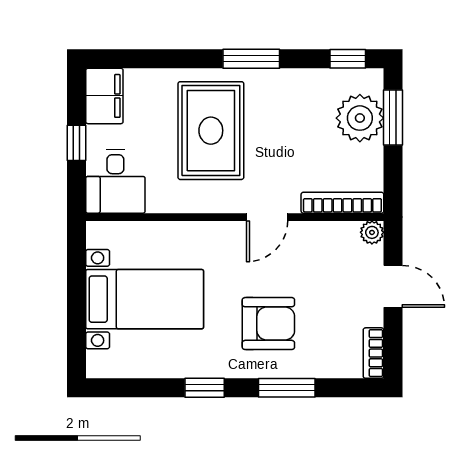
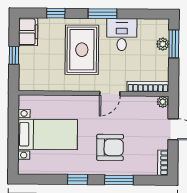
window: (348, 59) -> (56, 13), moved
plant: (360, 118) -> (163, 44), width x0.53, depth x0.53
desk: (115, 181) -> (122, 35), moved, turned 180

